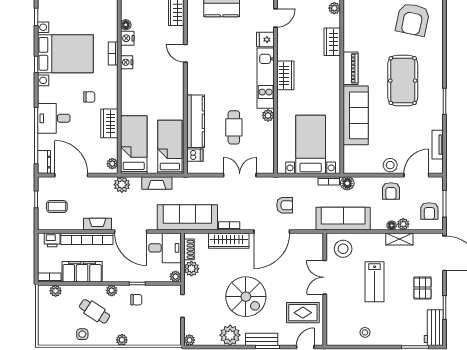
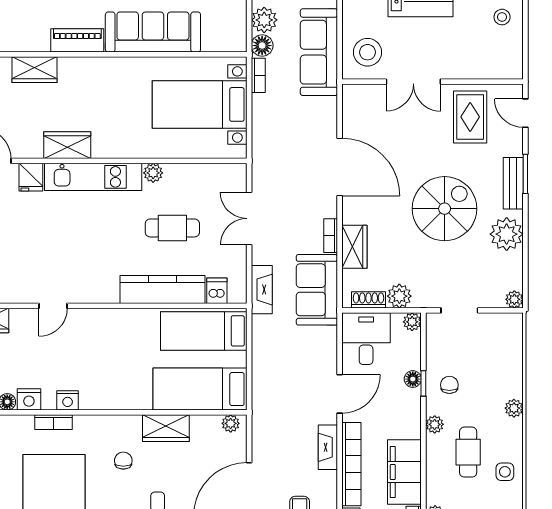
wardrobe: (285, 75) -> (67, 145), moved
fireplace: (157, 183) -> (262, 290), moved
plant: (122, 185) -> (264, 20), moved
armchair: (285, 205) -> (297, 146), removed
sofa: (187, 217) -> (317, 290), width x0.73
door: (131, 231) -> (340, 394), width x0.73
wardrobe: (229, 241) -> (354, 247), width x0.67
floor lamp: (140, 277) -> (413, 379), added
cafe table: (95, 311) -> (468, 452), turned -33

